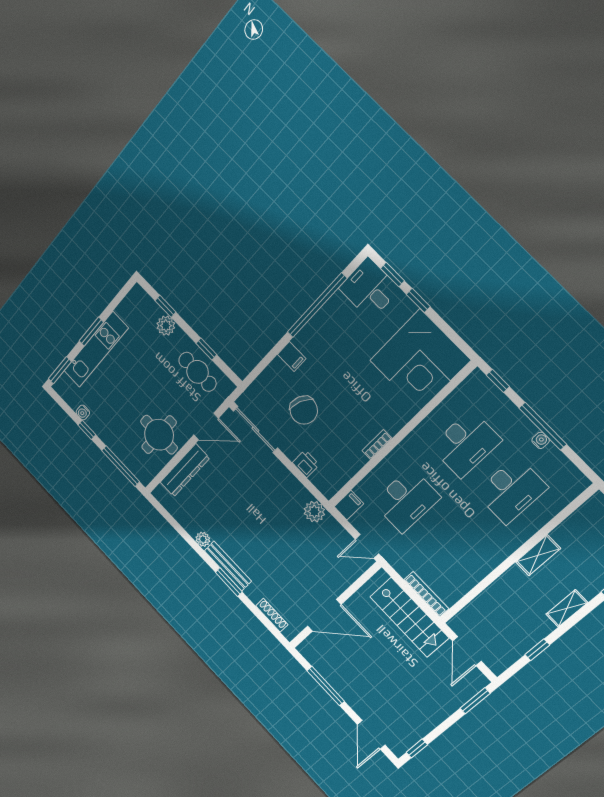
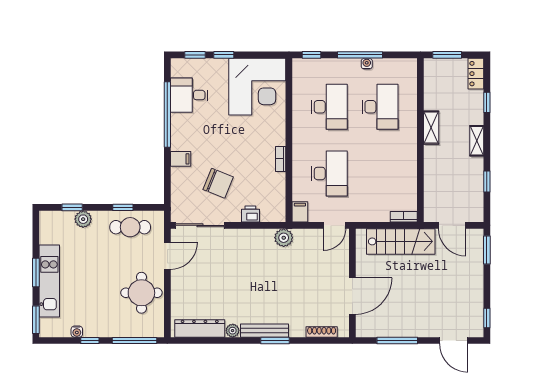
desk: (369, 289) -> (189, 95), moved
dresser: (185, 470) -> (200, 328), moved, turned -90
bookcase: (426, 594) -> (404, 217), width x0.64

